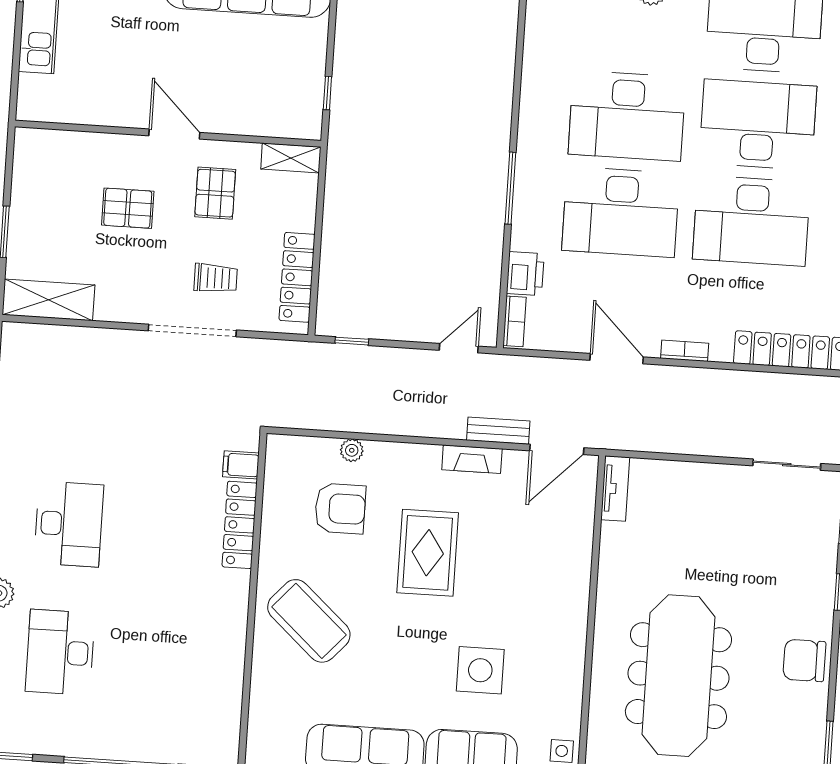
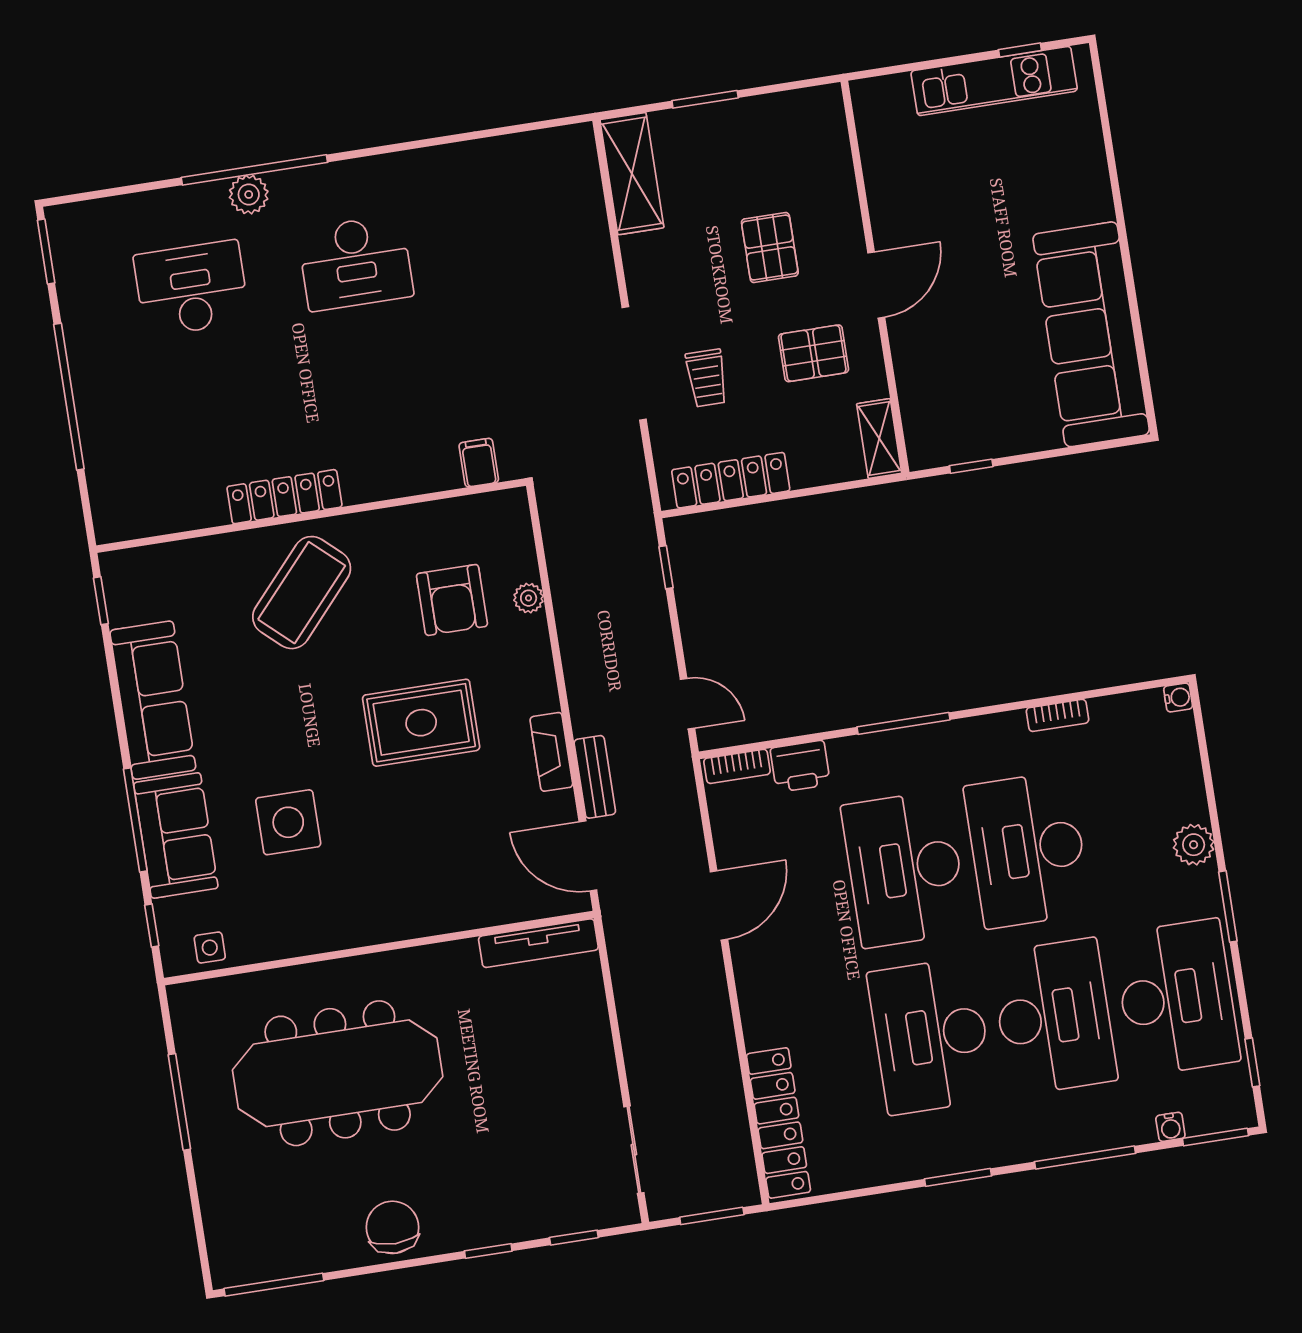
bookcase: (685, 351) -> (1057, 715), moved, turned 90
tv unit: (615, 488) -> (538, 943), width x1.41
locker: (240, 525) -> (284, 497), moved

